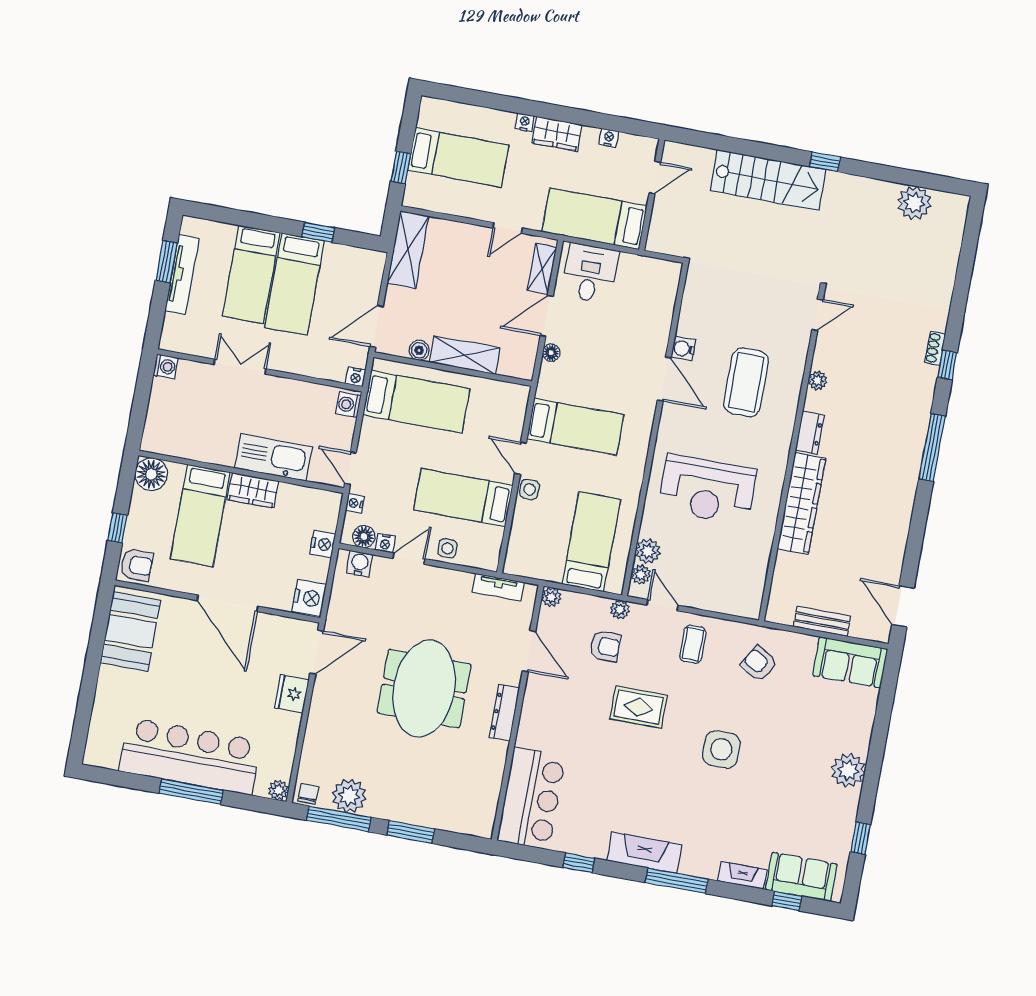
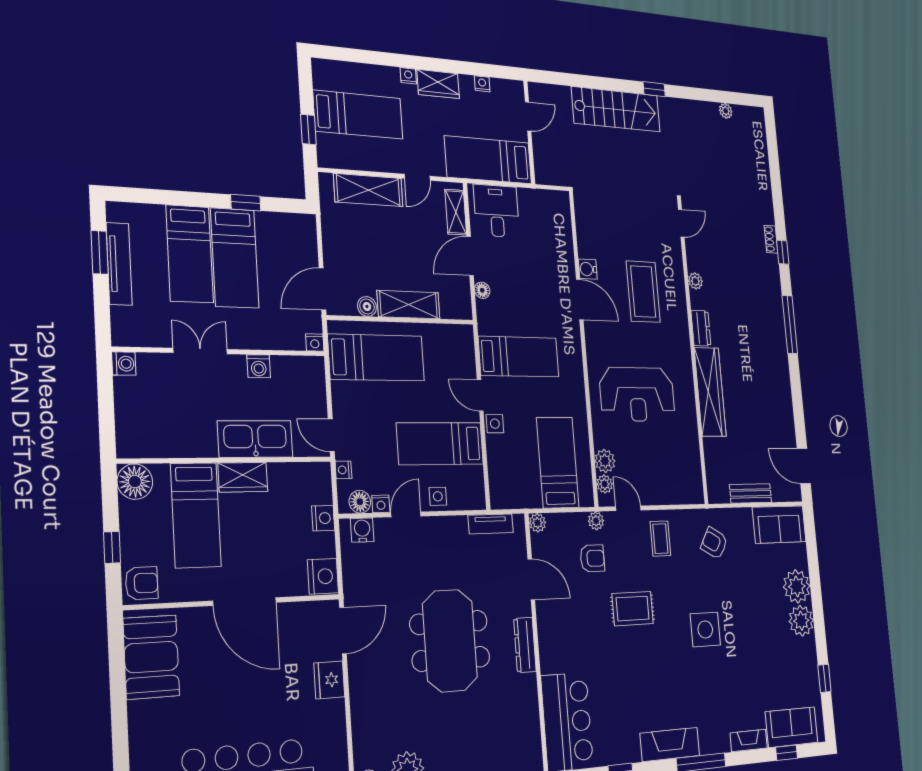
plant: (914, 203) -> (726, 111), width x0.53, depth x0.53
shelving: (408, 250) -> (368, 190), moved, turned 90
washing machine: (348, 405) -> (259, 366), moved, turned -90
plant: (853, 733) -> (797, 586), added

